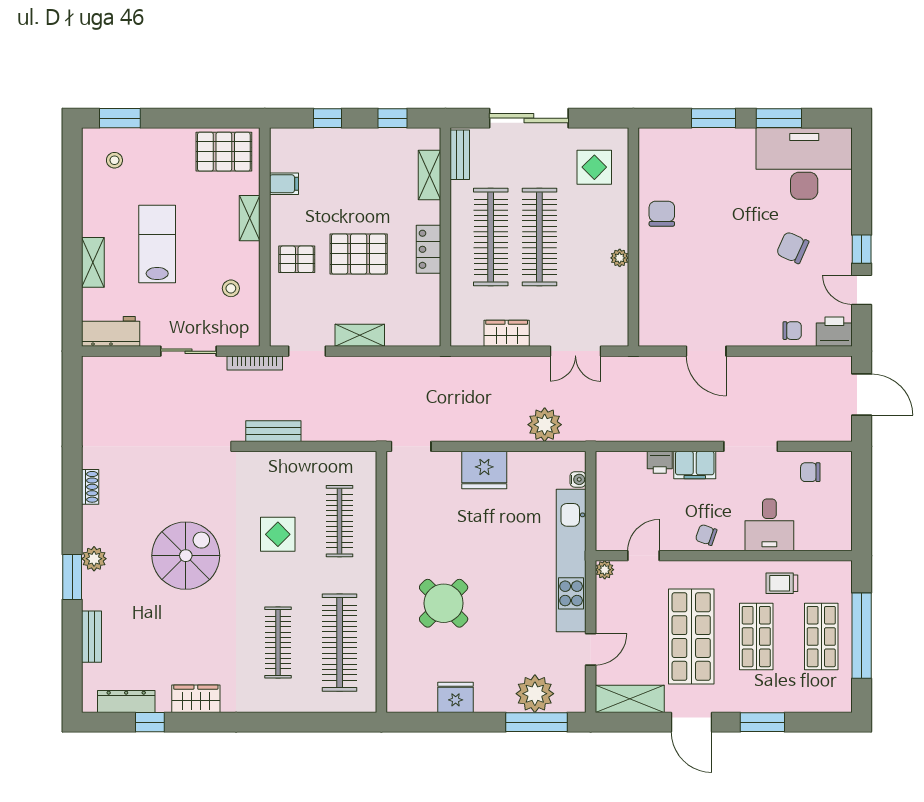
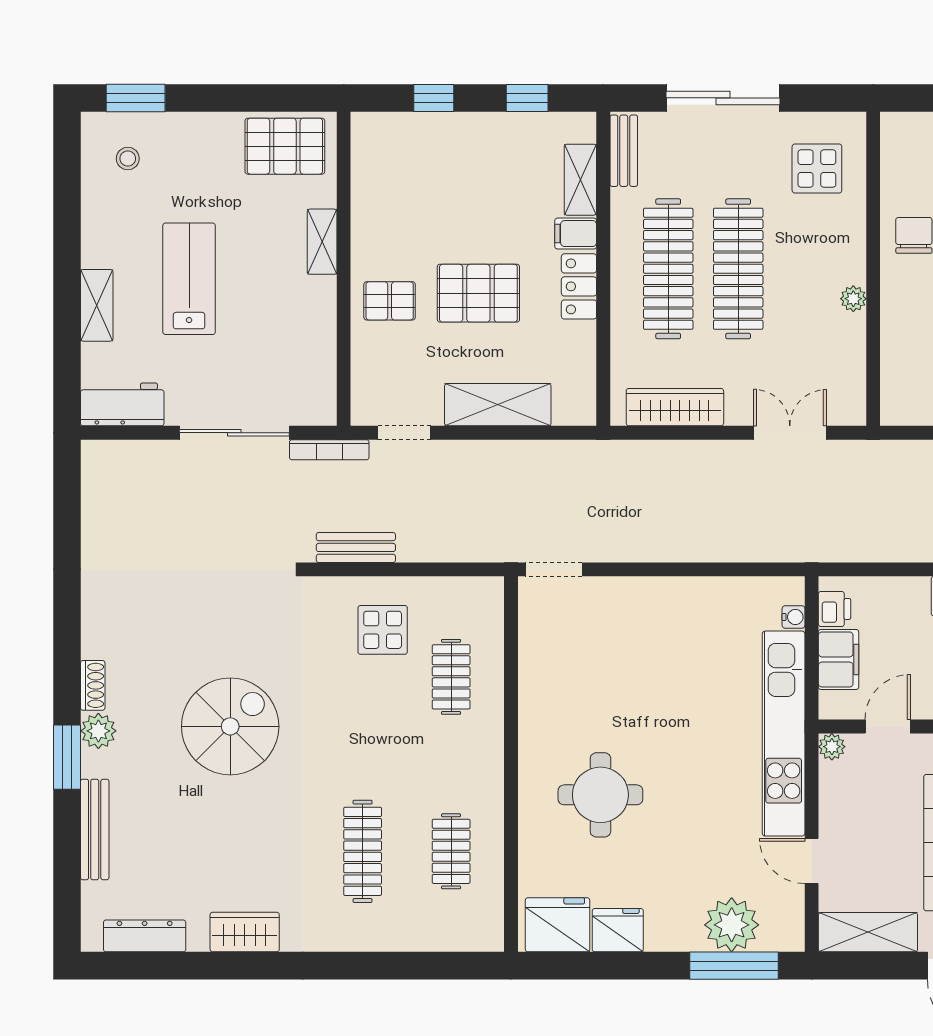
filing cabinet: (284, 184) -> (576, 234), moved, turned 180
stool: (231, 288) -> (295, 343), removed
wardrobe: (507, 333) -> (675, 407), width x1.50
shelving: (360, 335) -> (498, 405), width x1.50, depth x1.33
sliding door: (189, 351) -> (234, 433), width x1.37
double door: (575, 351) -> (790, 433), swing flipped
plant: (545, 425) -> (746, 538), removed
printer: (660, 462) -> (835, 609), moved, turned -90
fridge: (484, 470) -> (558, 925), moved, turned 180
shoe rack: (90, 487) -> (93, 685), moved
filing cabinet: (609, 509) -> (839, 659), added
clothes rail: (340, 521) -> (451, 677), width x0.73
display table: (278, 534) -> (383, 630), moved
round table: (444, 603) -> (600, 795), turned 45
bench: (91, 637) -> (95, 829), width x1.36
clothes rail: (340, 643) -> (451, 851), width x0.54, depth x0.76
door: (591, 649) -> (812, 861), swing flipped
window: (150, 722) -> (179, 966), removed

